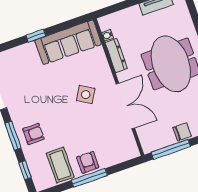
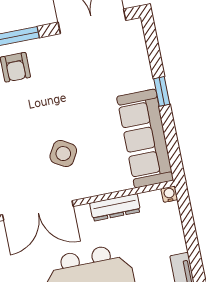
water cooler: (107, 35) -> (169, 194), moved

